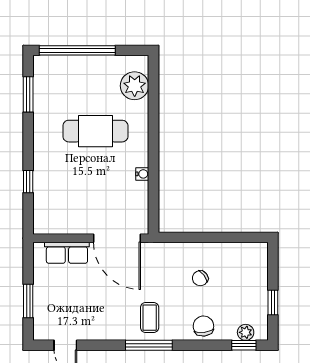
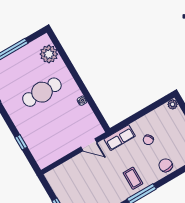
door: (117, 238) -> (89, 145), width x0.53
plant: (260, 250) -> (173, 104), added
row of seats: (67, 253) -> (120, 138), moved

